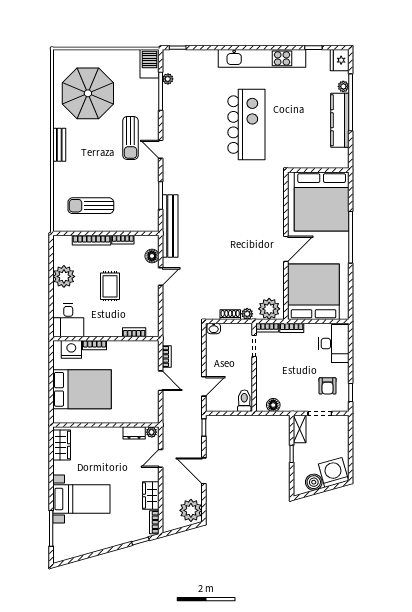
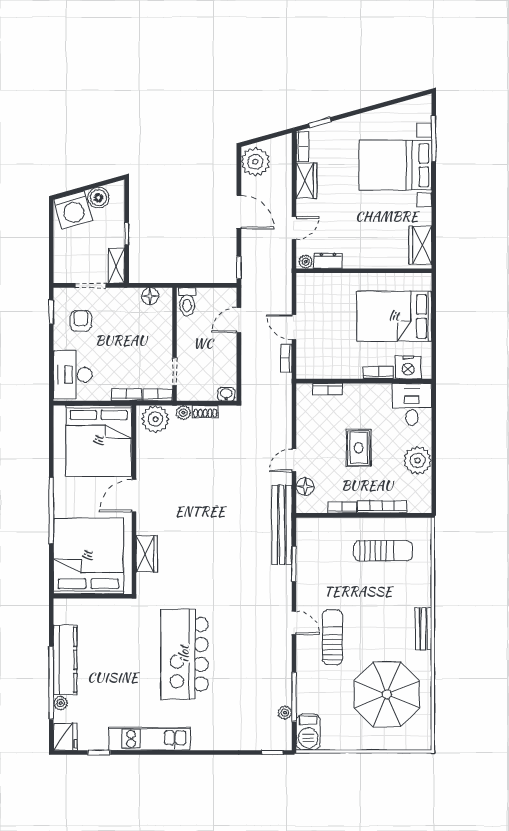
kitchen unit: (262, 58) -> (150, 739), width x0.73
wardrobe: (276, 203) -> (147, 554), added
bed with nightstands: (81, 499) -> (395, 165), width x1.36

